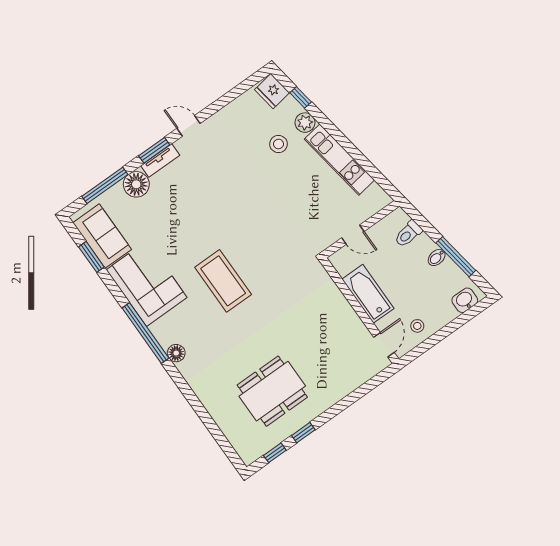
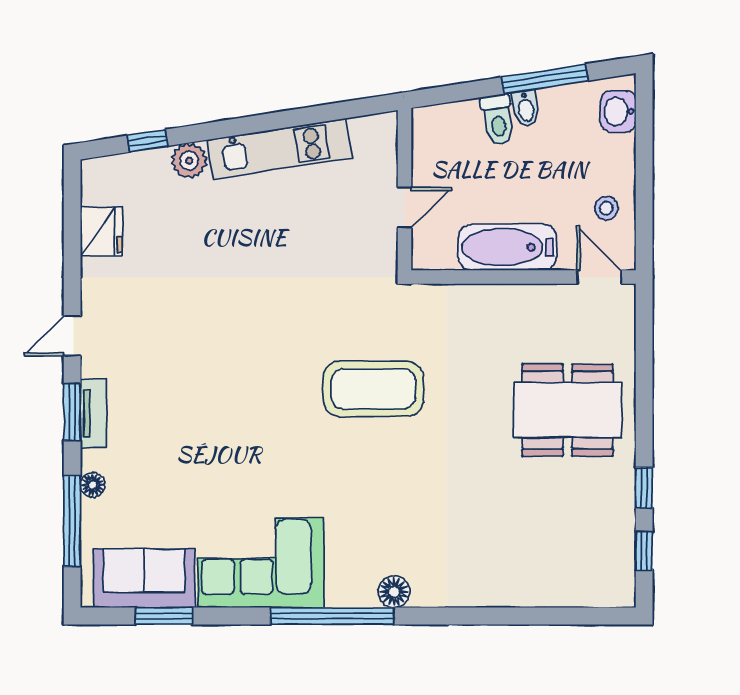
fridge: (272, 91) -> (101, 232), moved, turned -81
stool: (279, 144) -> (193, 222), removed
floor lamp: (136, 184) -> (93, 485), width x0.53, depth x0.53
toilet: (408, 234) -> (498, 120), moved
coffee table: (223, 281) -> (373, 389), moved
dining table: (272, 391) -> (567, 410), moved, turned 90

